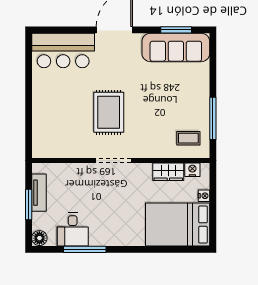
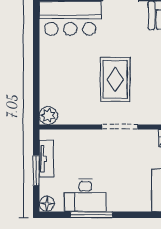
plant: (41, 149) -> (48, 116), added
desk: (73, 230) -> (85, 195), width x1.37

